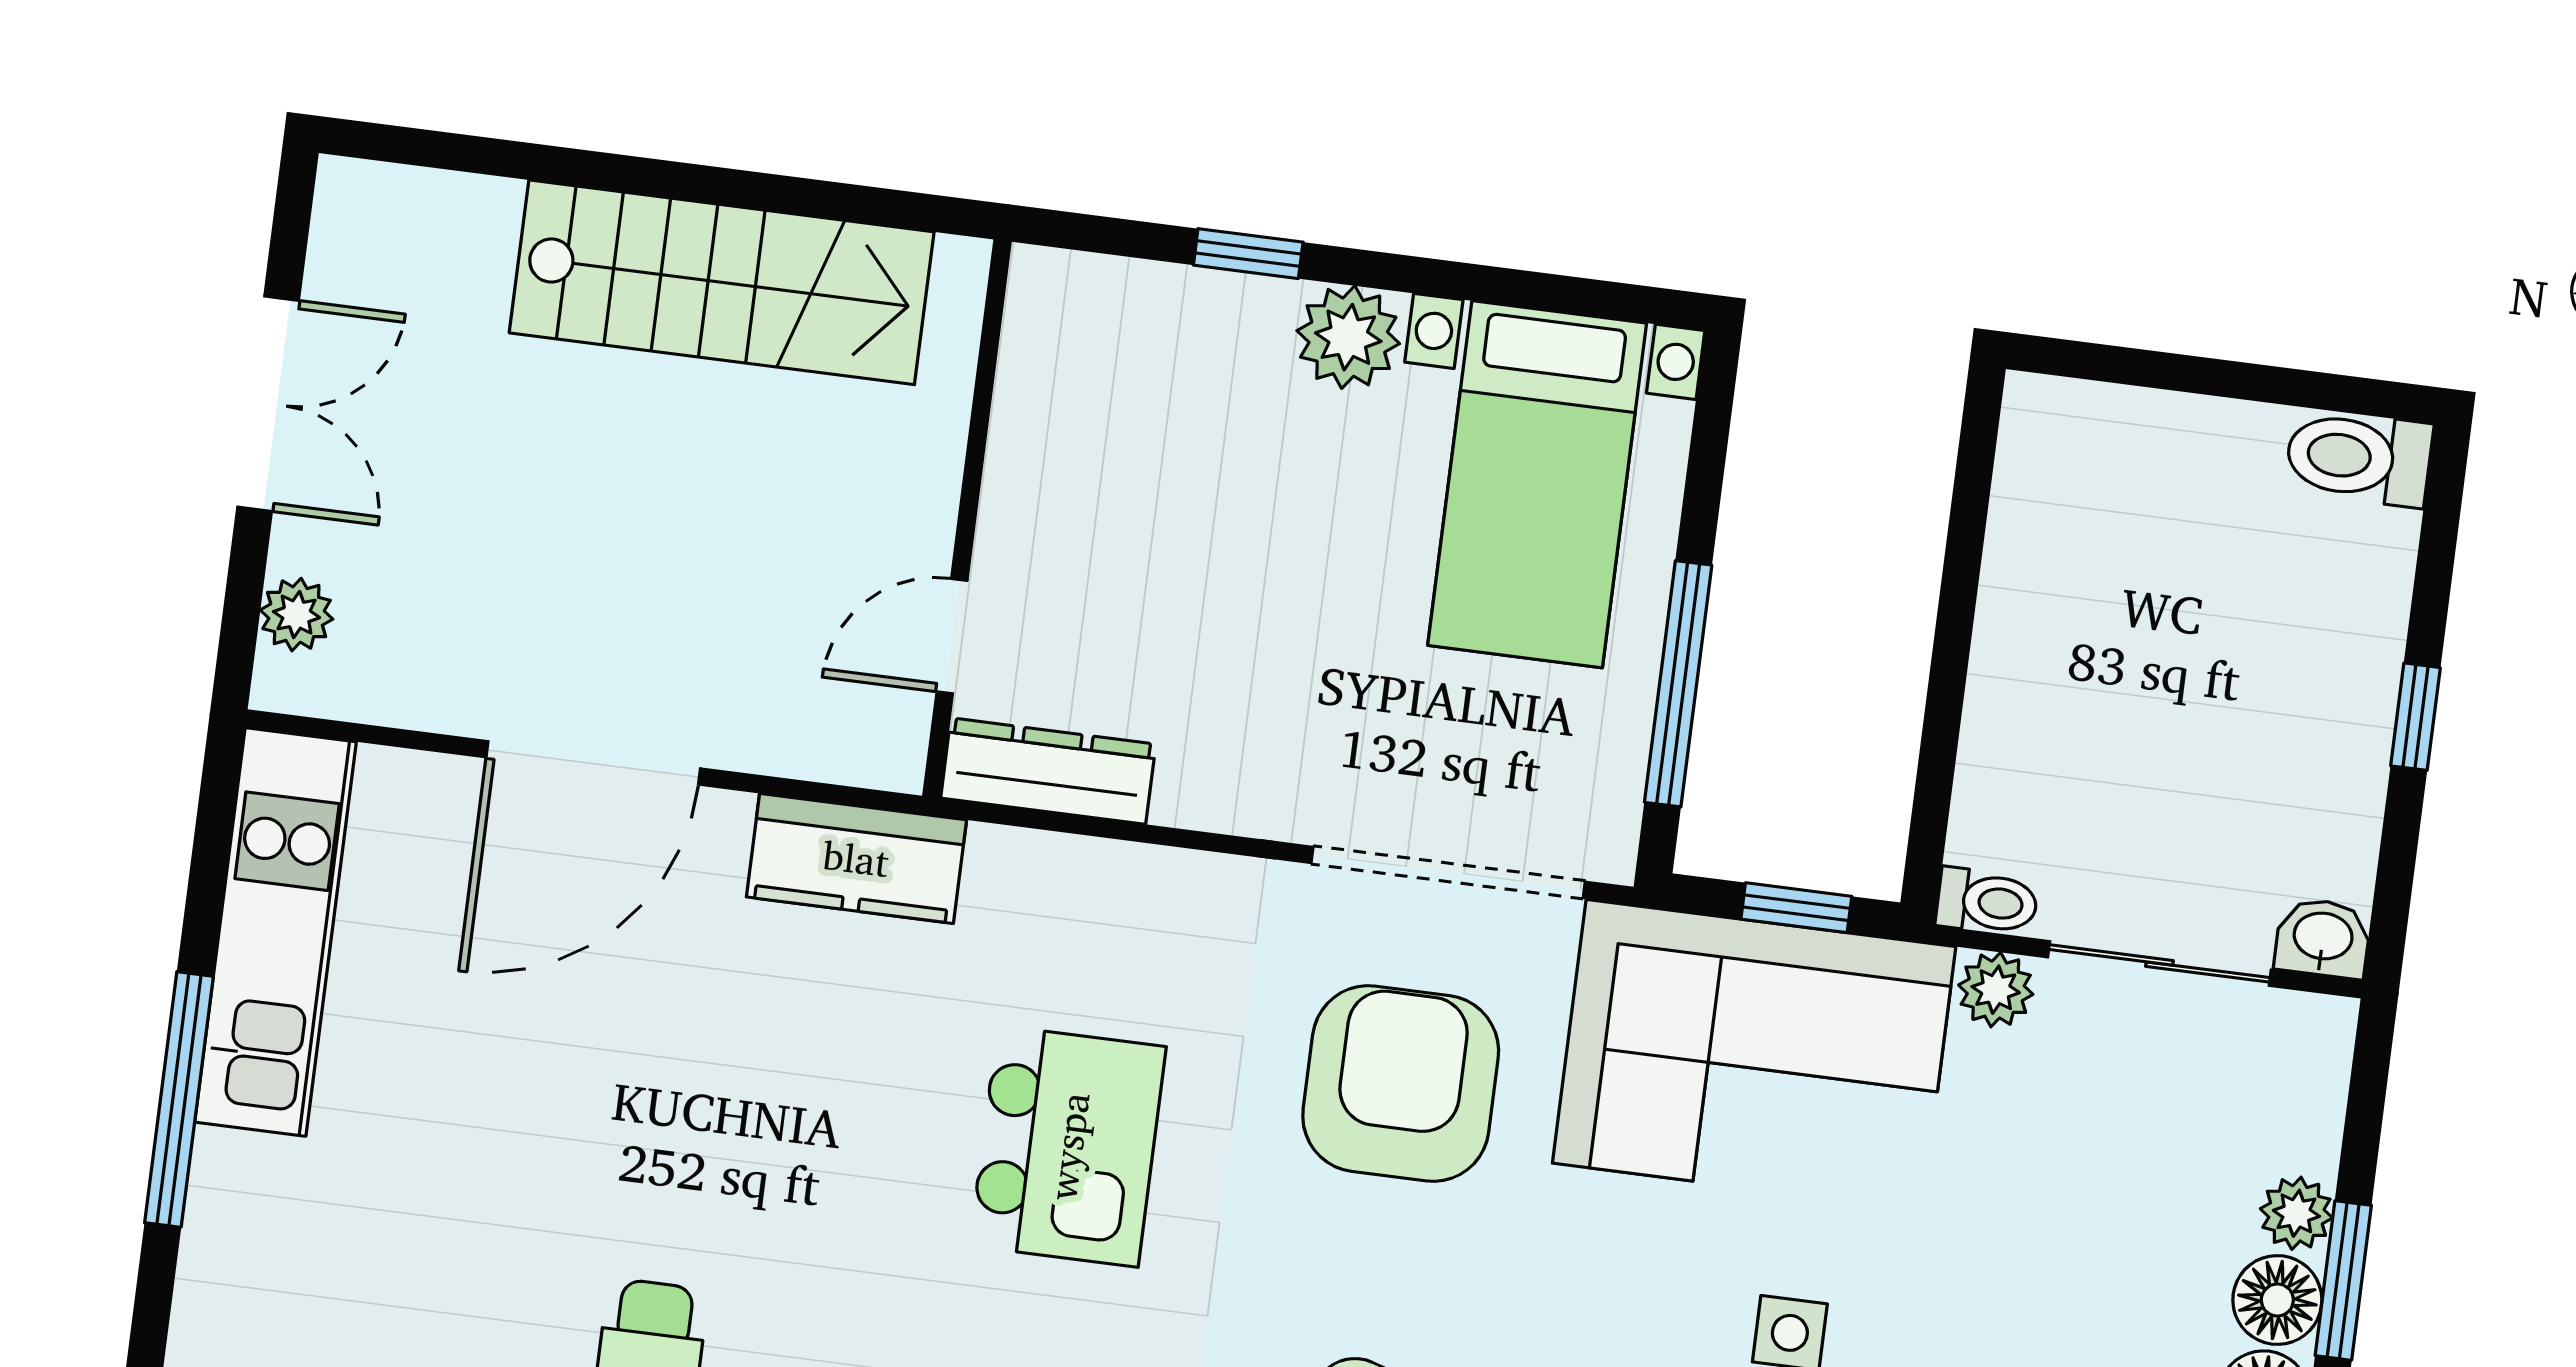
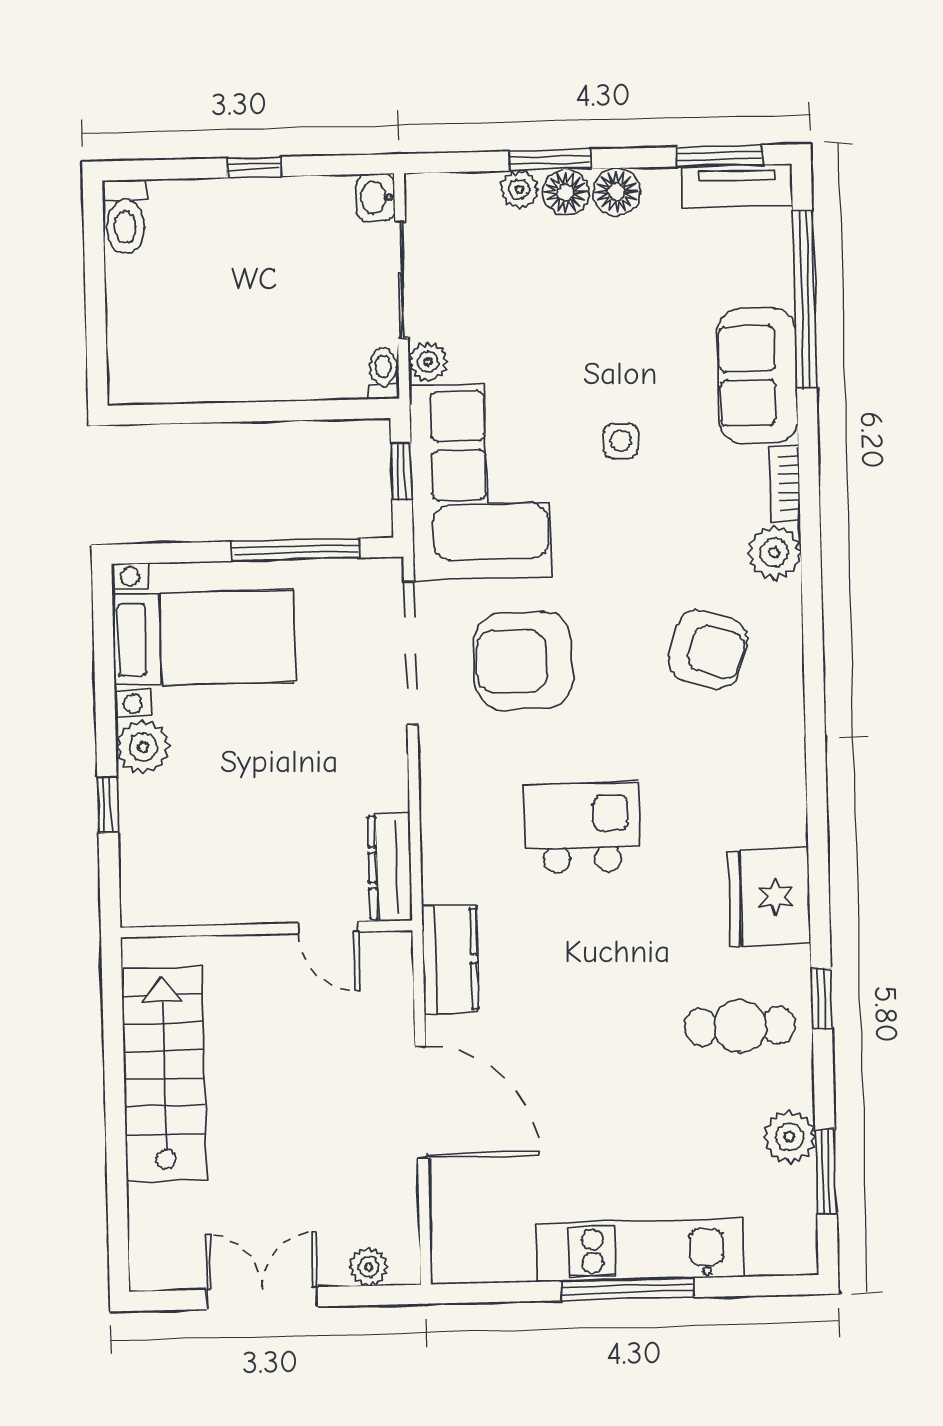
kitchen unit: (275, 932) -> (640, 1250), moved

